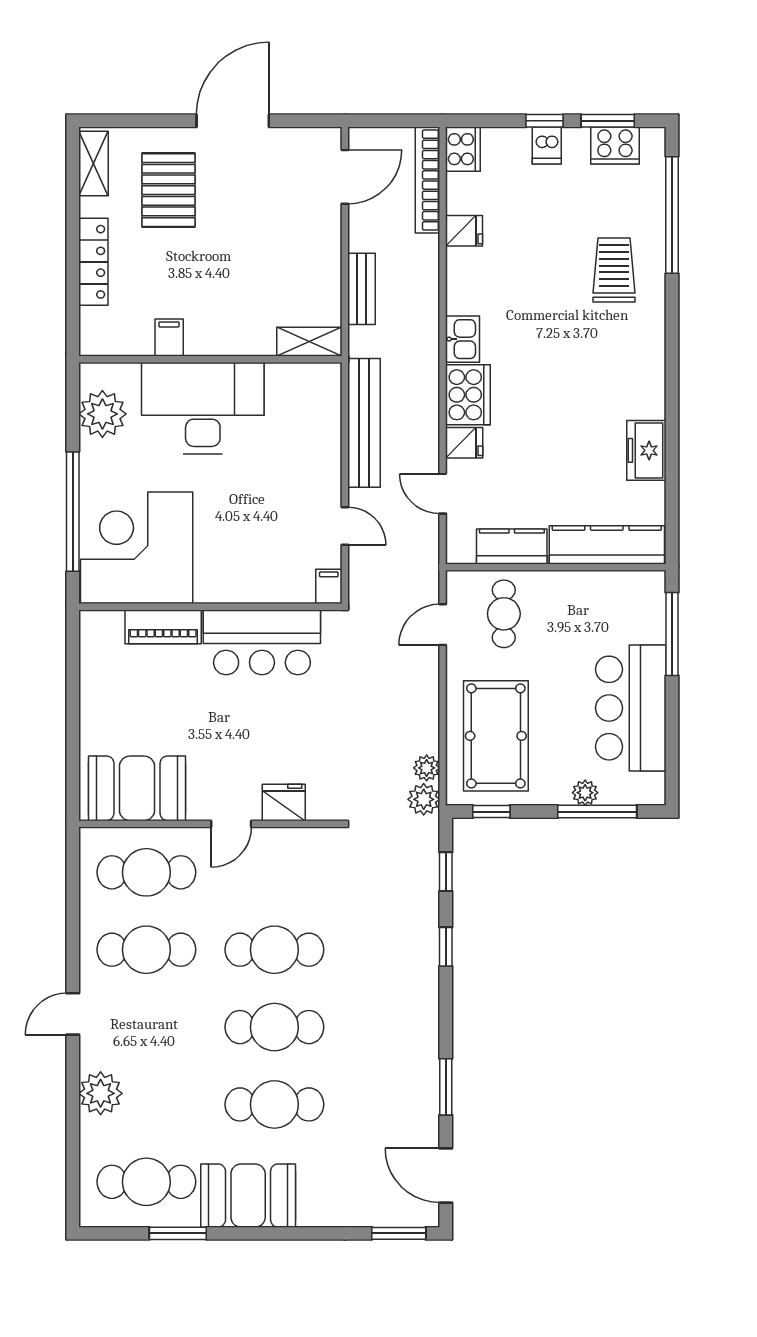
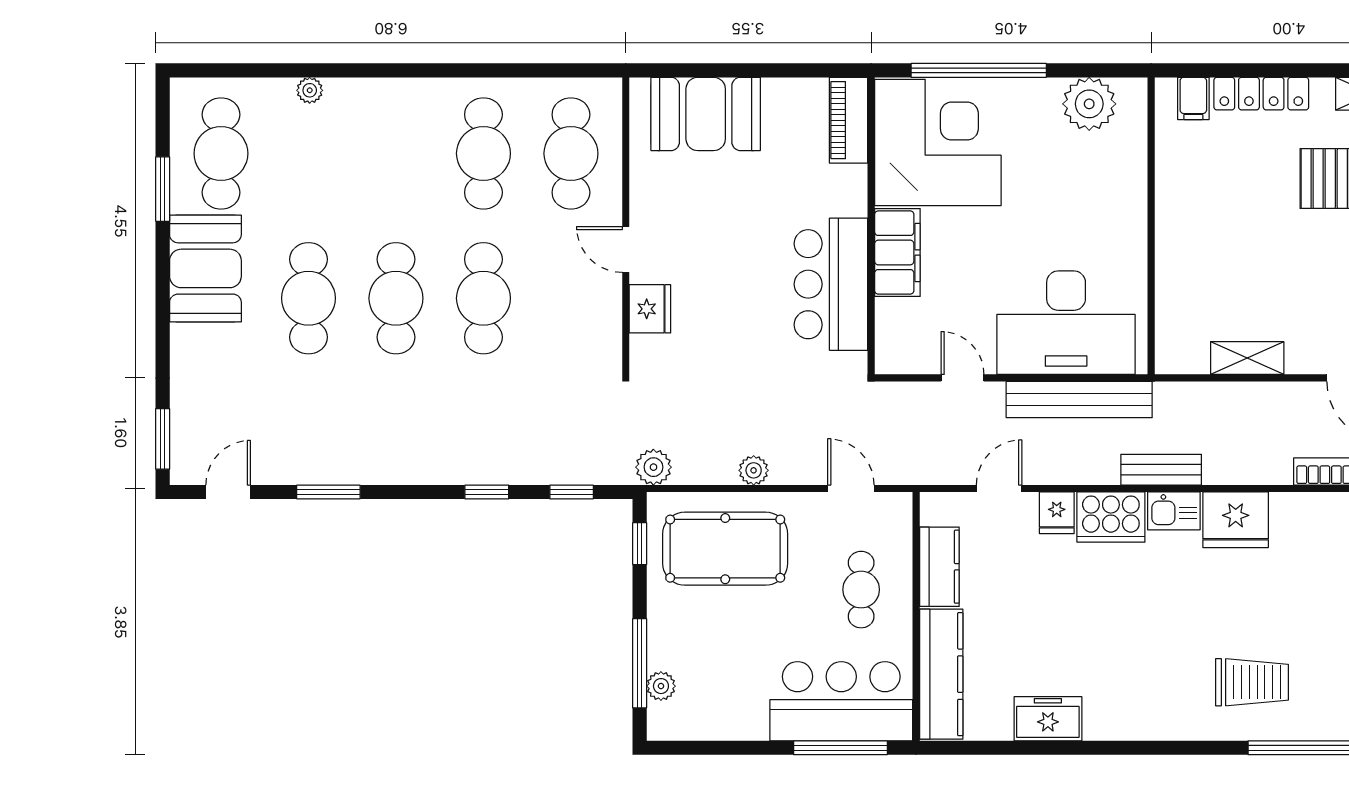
fridge: (464, 231) -> (1236, 520), moved, width x1.88, depth x1.34
bench: (362, 289) -> (1161, 470), moved
filing cabinet: (169, 337) -> (1193, 98), moved, turned 90
shelving: (309, 342) -> (1247, 358), moved, turned 90
desk: (203, 408) -> (1066, 323), moved, turned 90
door: (345, 526) -> (962, 378), swing flipped
filing cabinet: (329, 586) -> (897, 253), moved, width x3.00, depth x1.17
cafe table: (504, 614) -> (861, 590), moved, turned 90
piano: (163, 627) -> (849, 120), moved
bar counter: (631, 708) -> (841, 701), moved
plant: (427, 768) -> (754, 470), moved
booth: (137, 788) -> (706, 114), moved, turned 90
plant: (585, 793) -> (661, 686), moved
door: (73, 1014) -> (411, 70), removed
plant: (101, 1093) -> (310, 90), width x0.53, depth x0.53
door: (446, 1175) -> (228, 492), width x0.73

